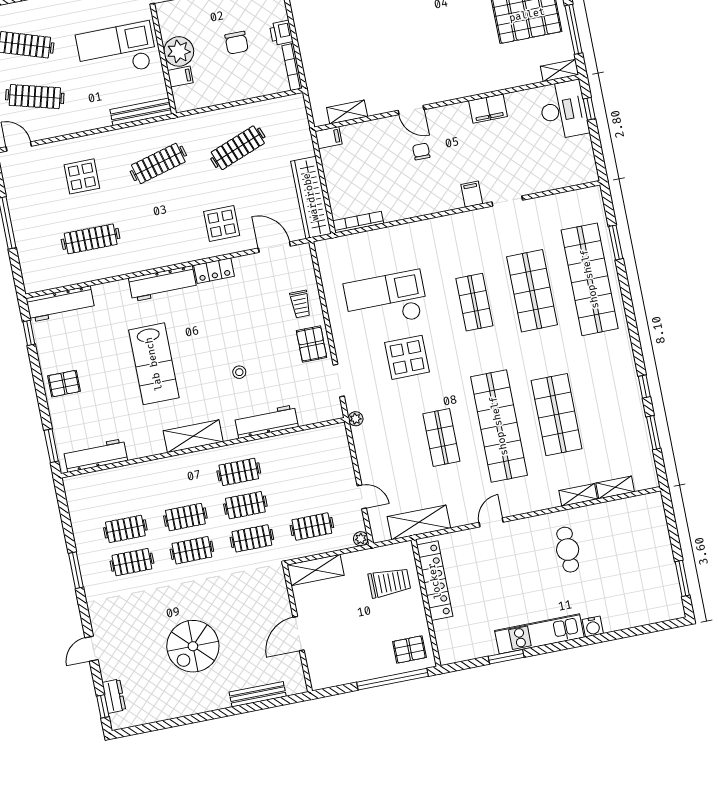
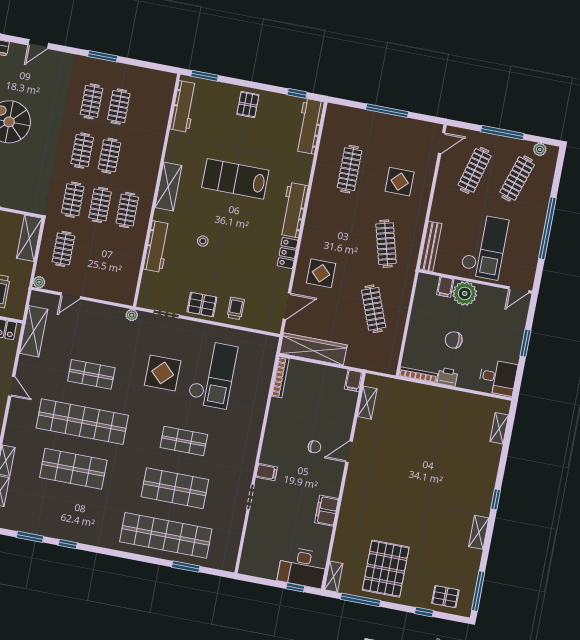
trolley: (300, 304) -> (236, 308), turned 90
door: (91, 649) -> (38, 44), swing flipped

